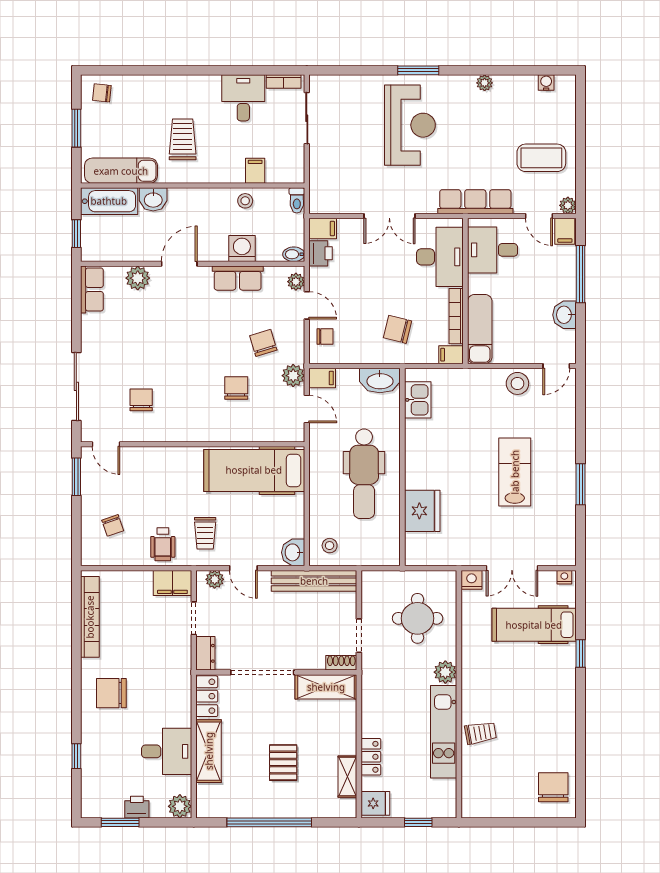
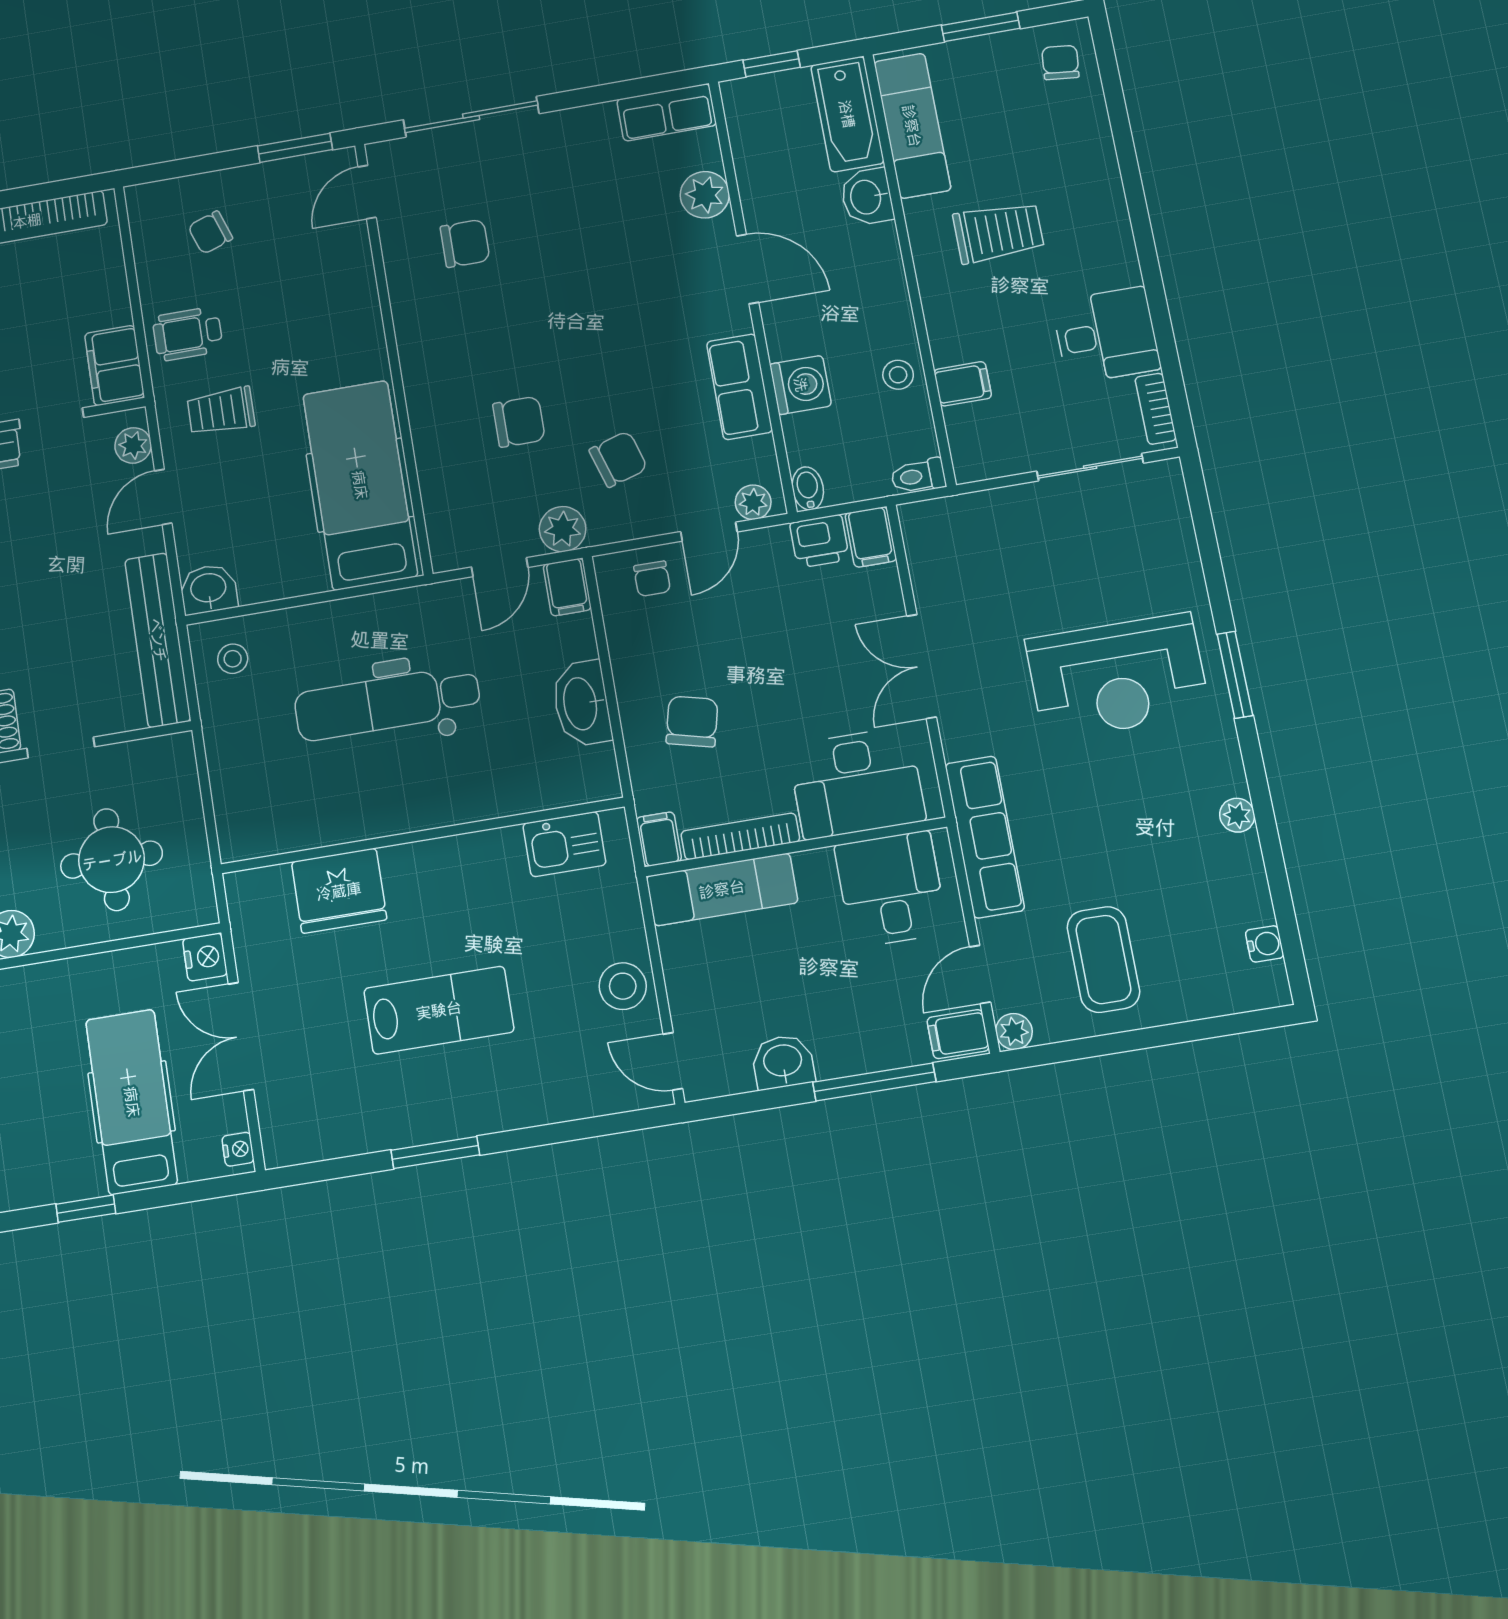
kitchen sink: (418, 400) -> (564, 844), moved
wall: (402, 467) -> (422, 835), moved
fridge: (422, 511) -> (339, 891), moved

